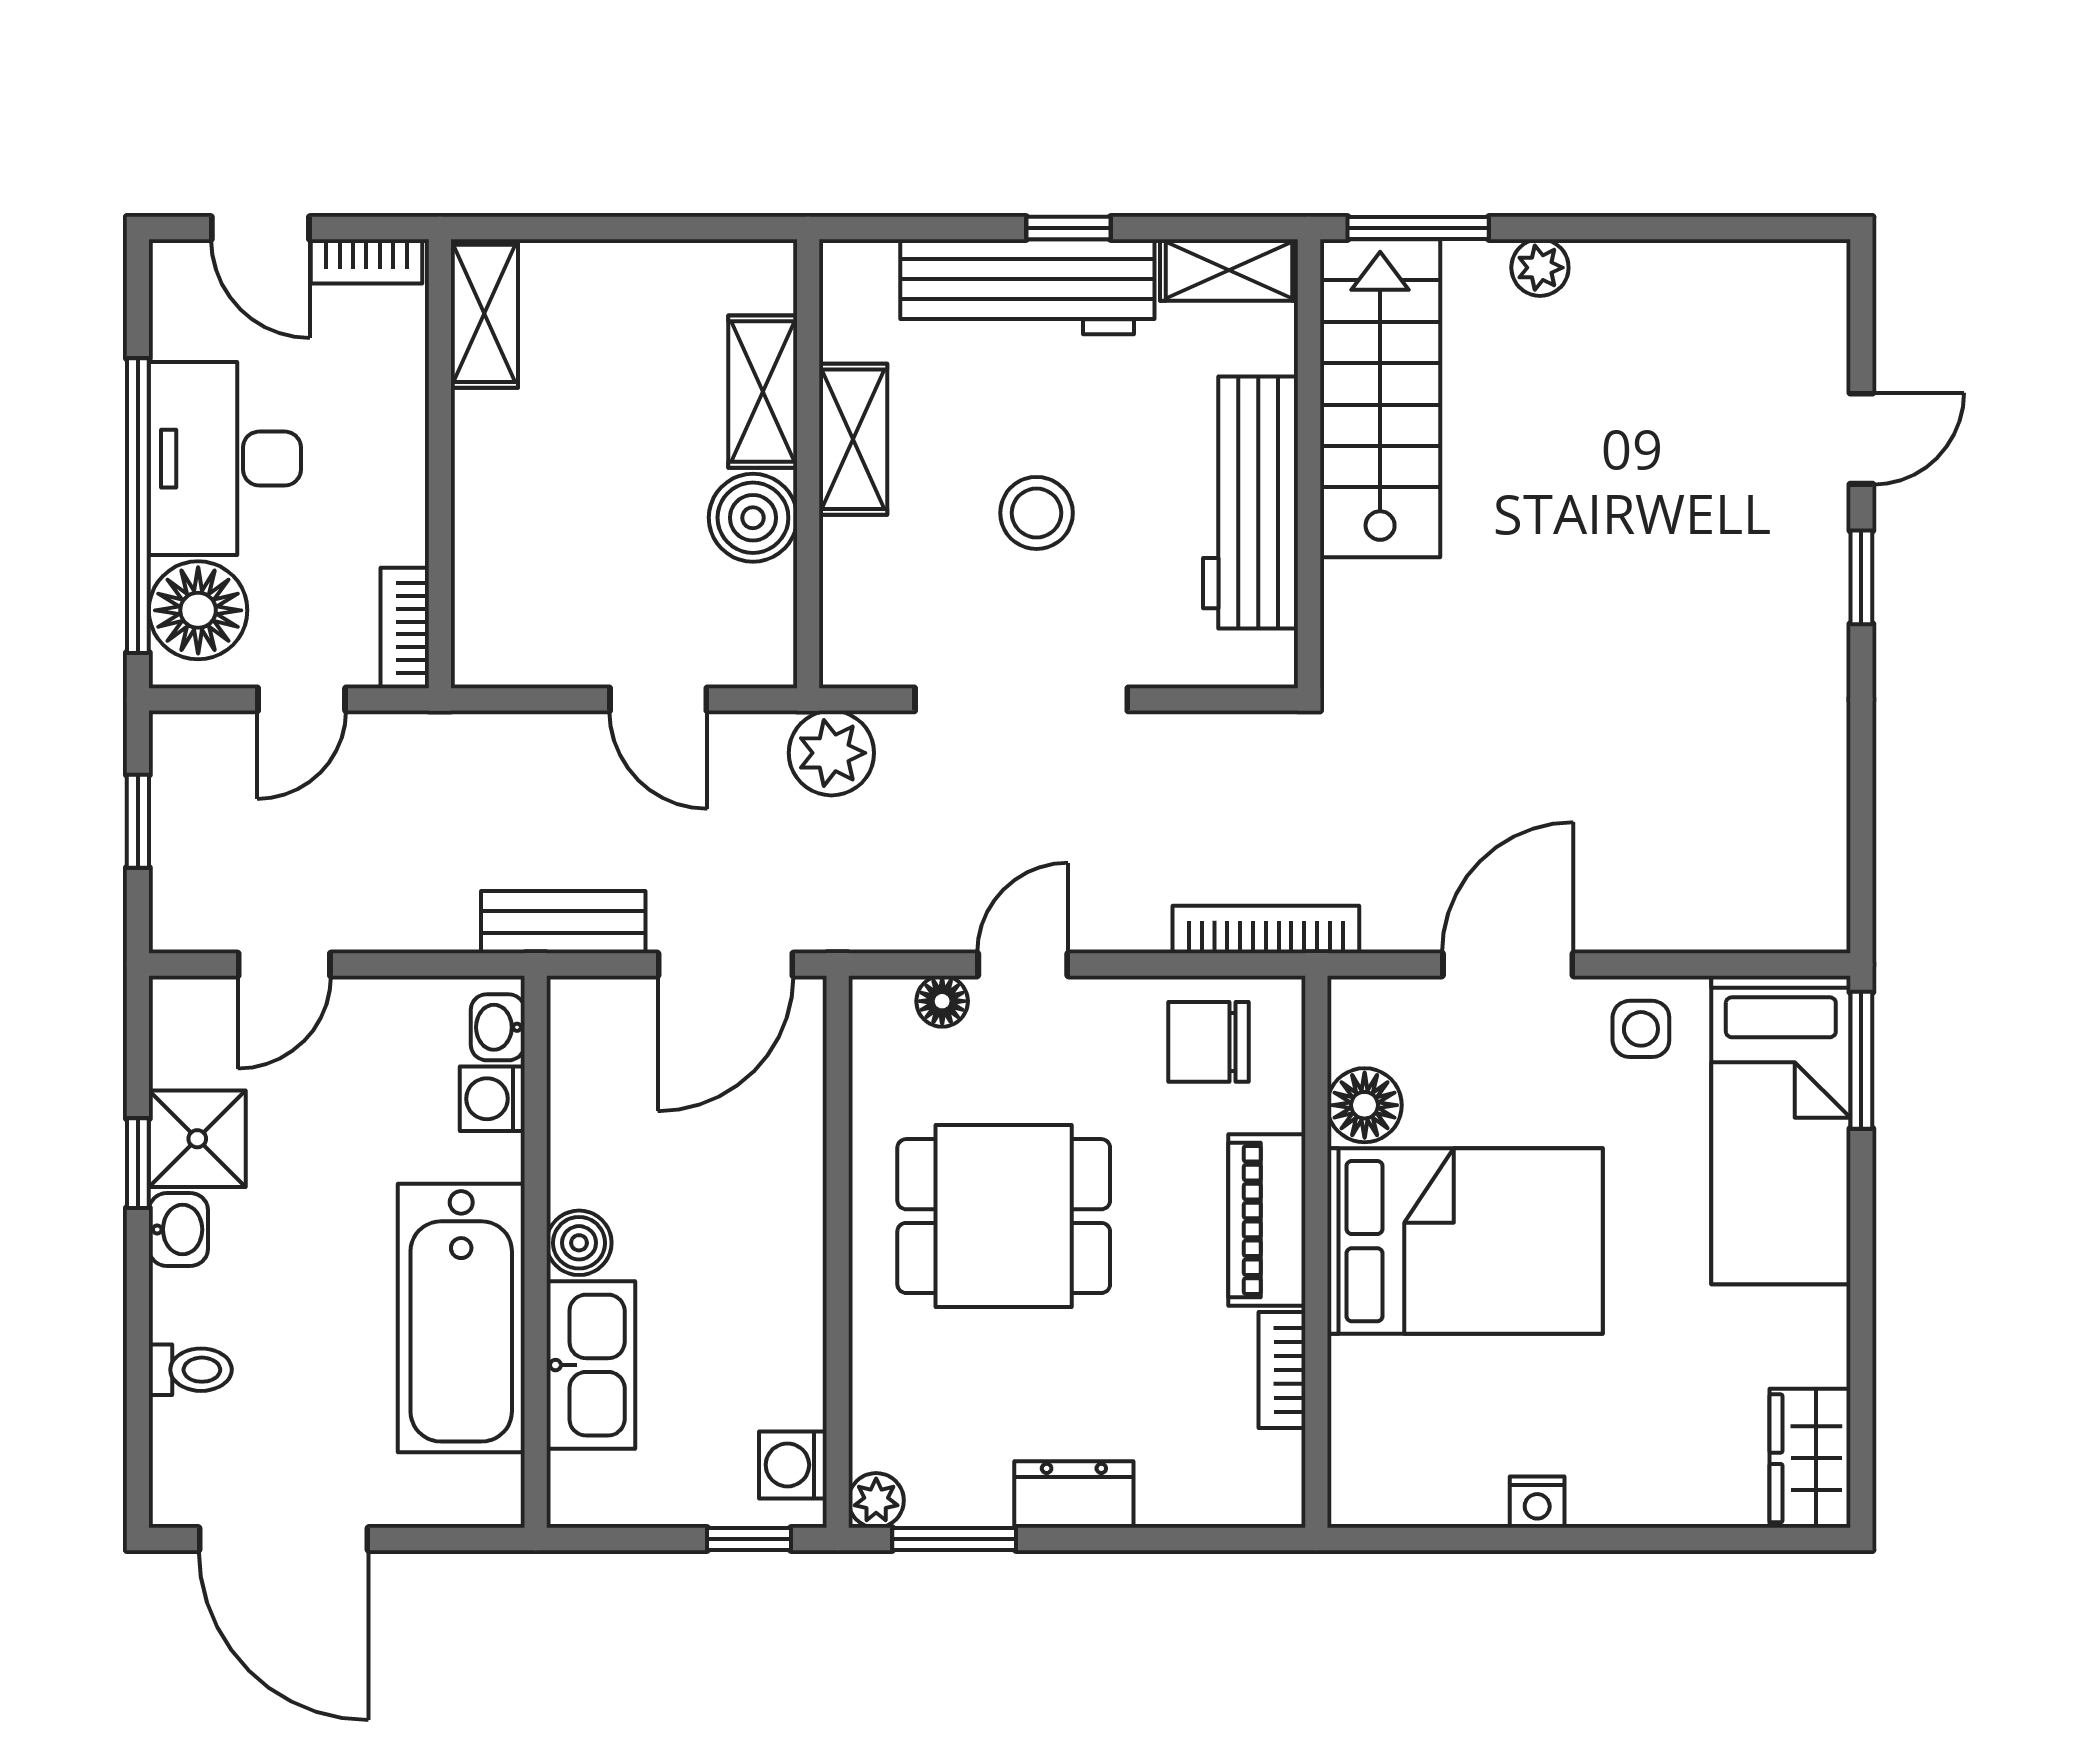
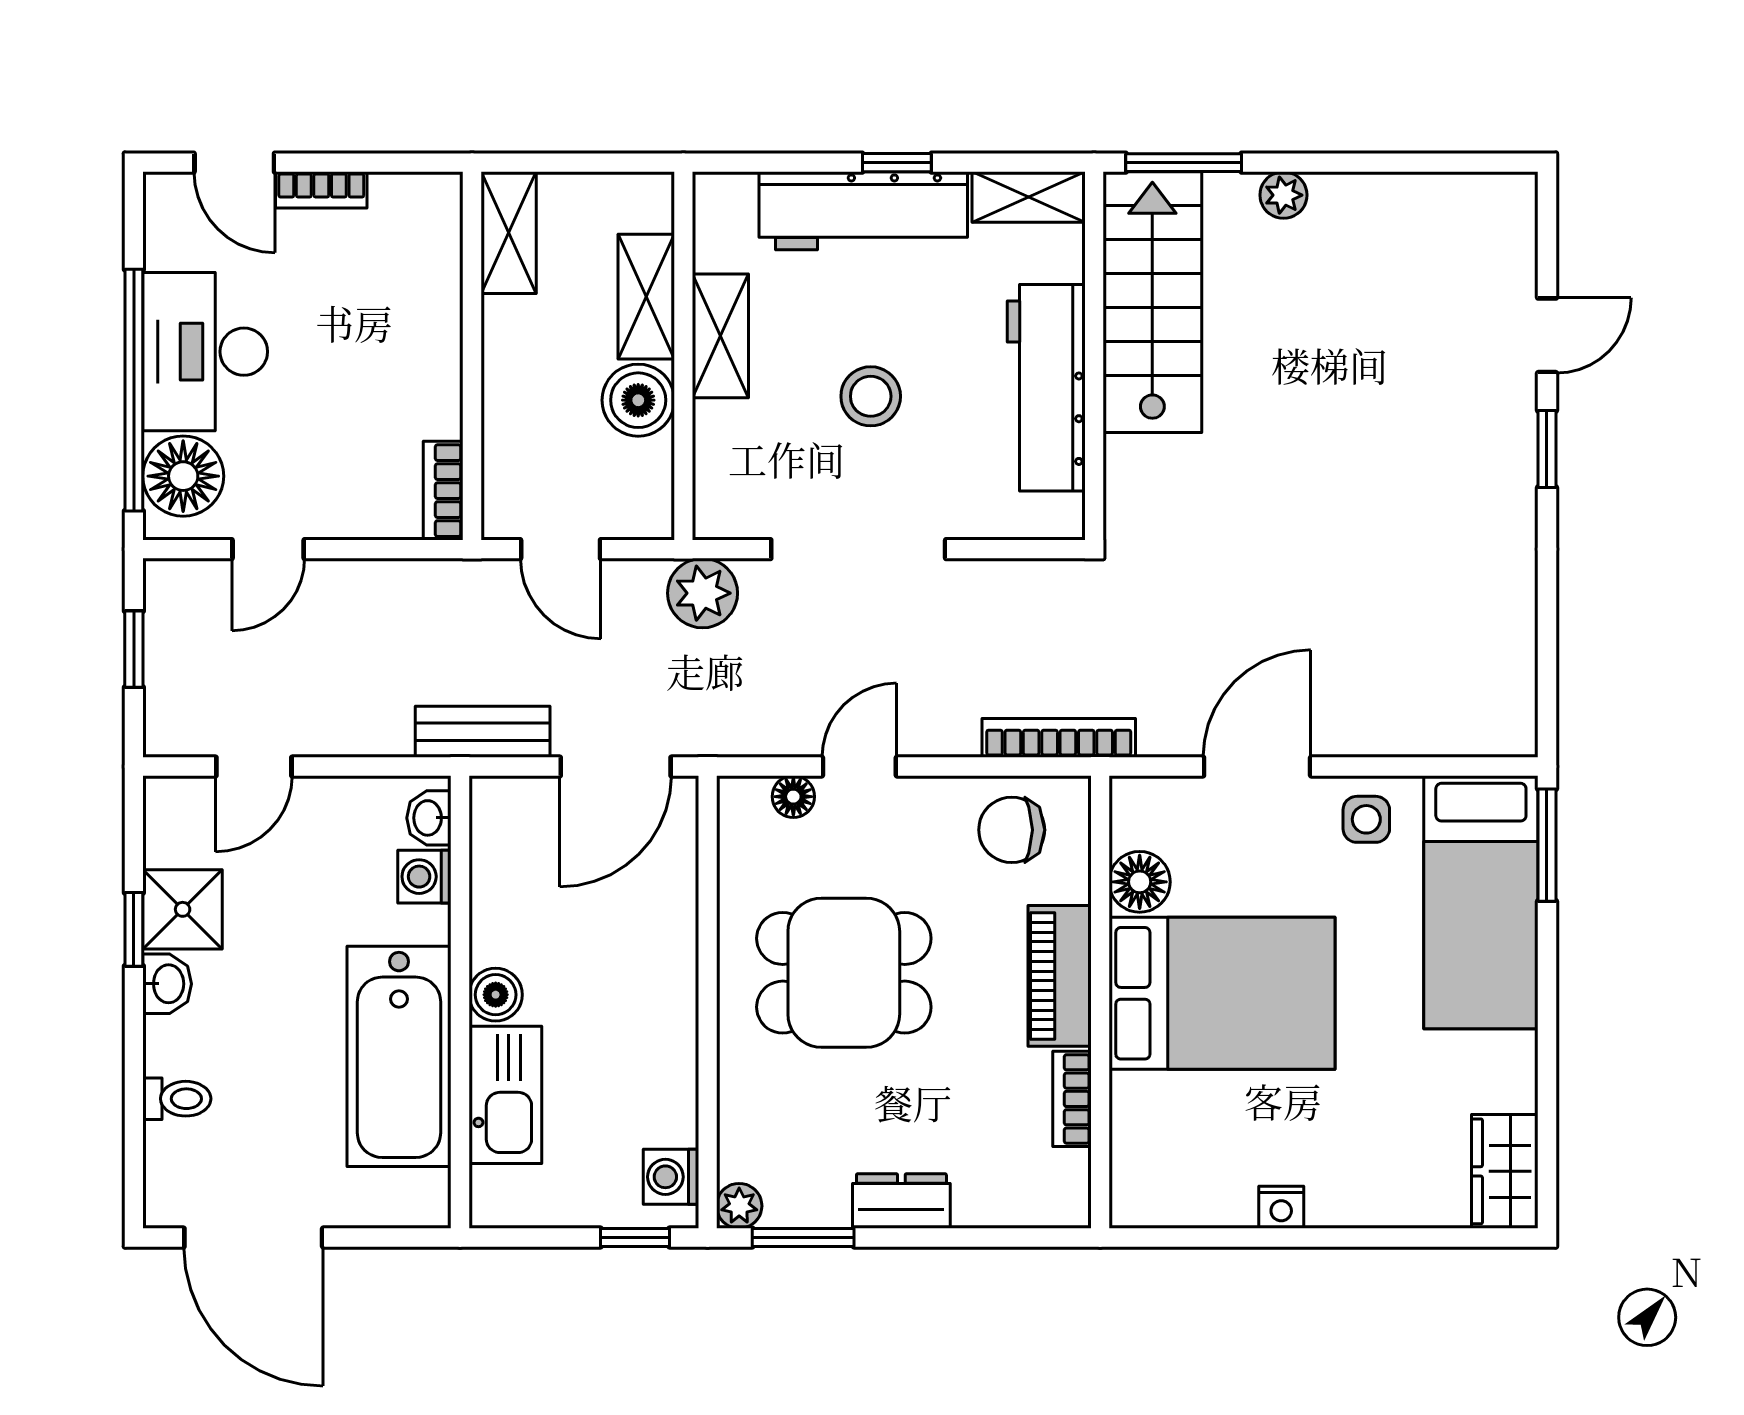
shelving: (484, 313) -> (509, 233), moved
wall: (440, 464) -> (472, 356), moved
bookcase: (405, 628) -> (443, 491), moved

